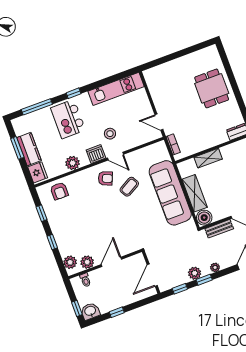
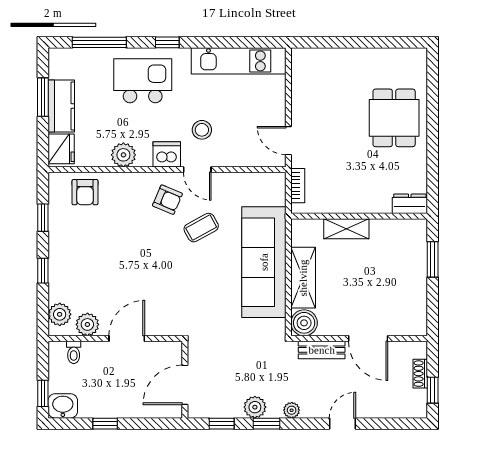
kitchen island: (68, 119) -> (143, 81), turned 90

